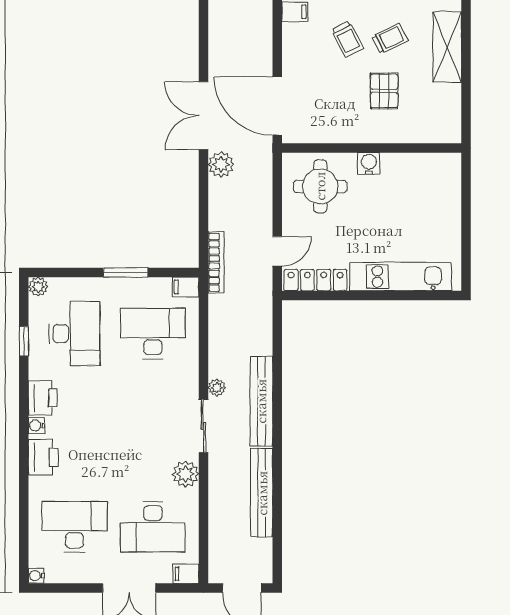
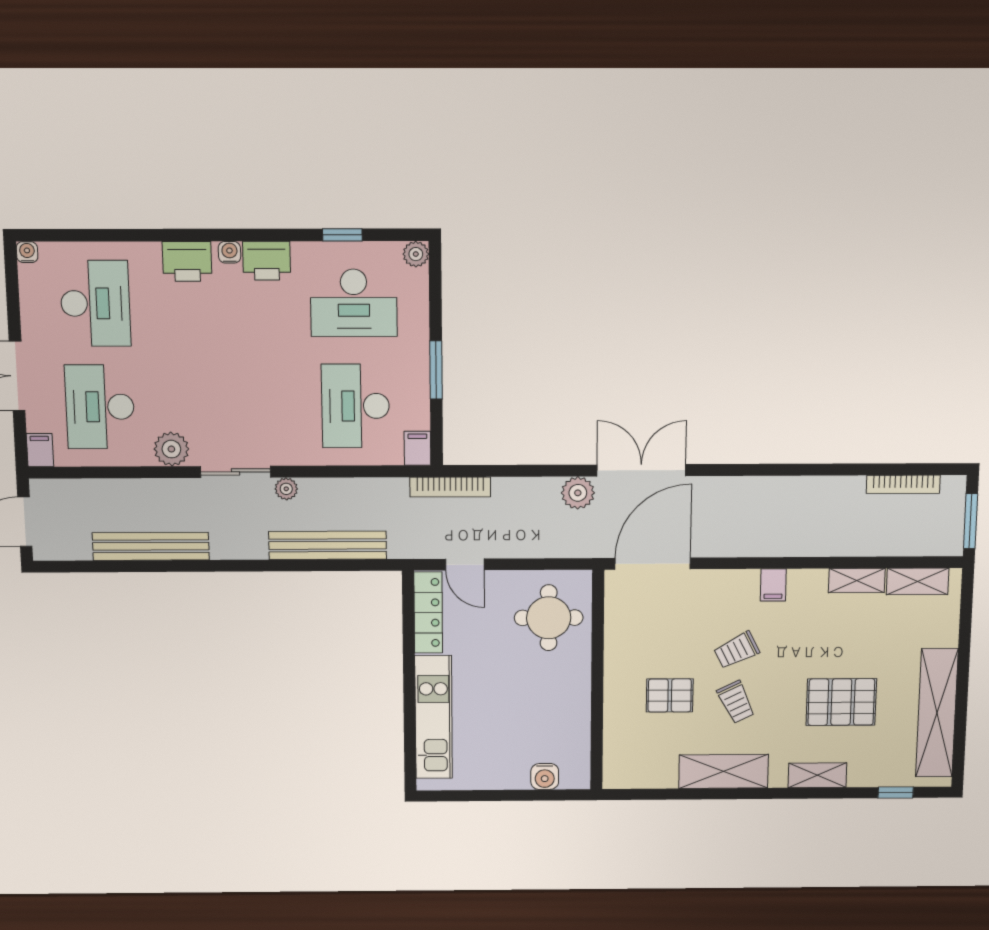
water cooler: (369, 164) -> (545, 777), moved, turned 90
desk: (153, 334) -> (356, 406), turned 180
bench: (261, 401) -> (328, 545), moved

